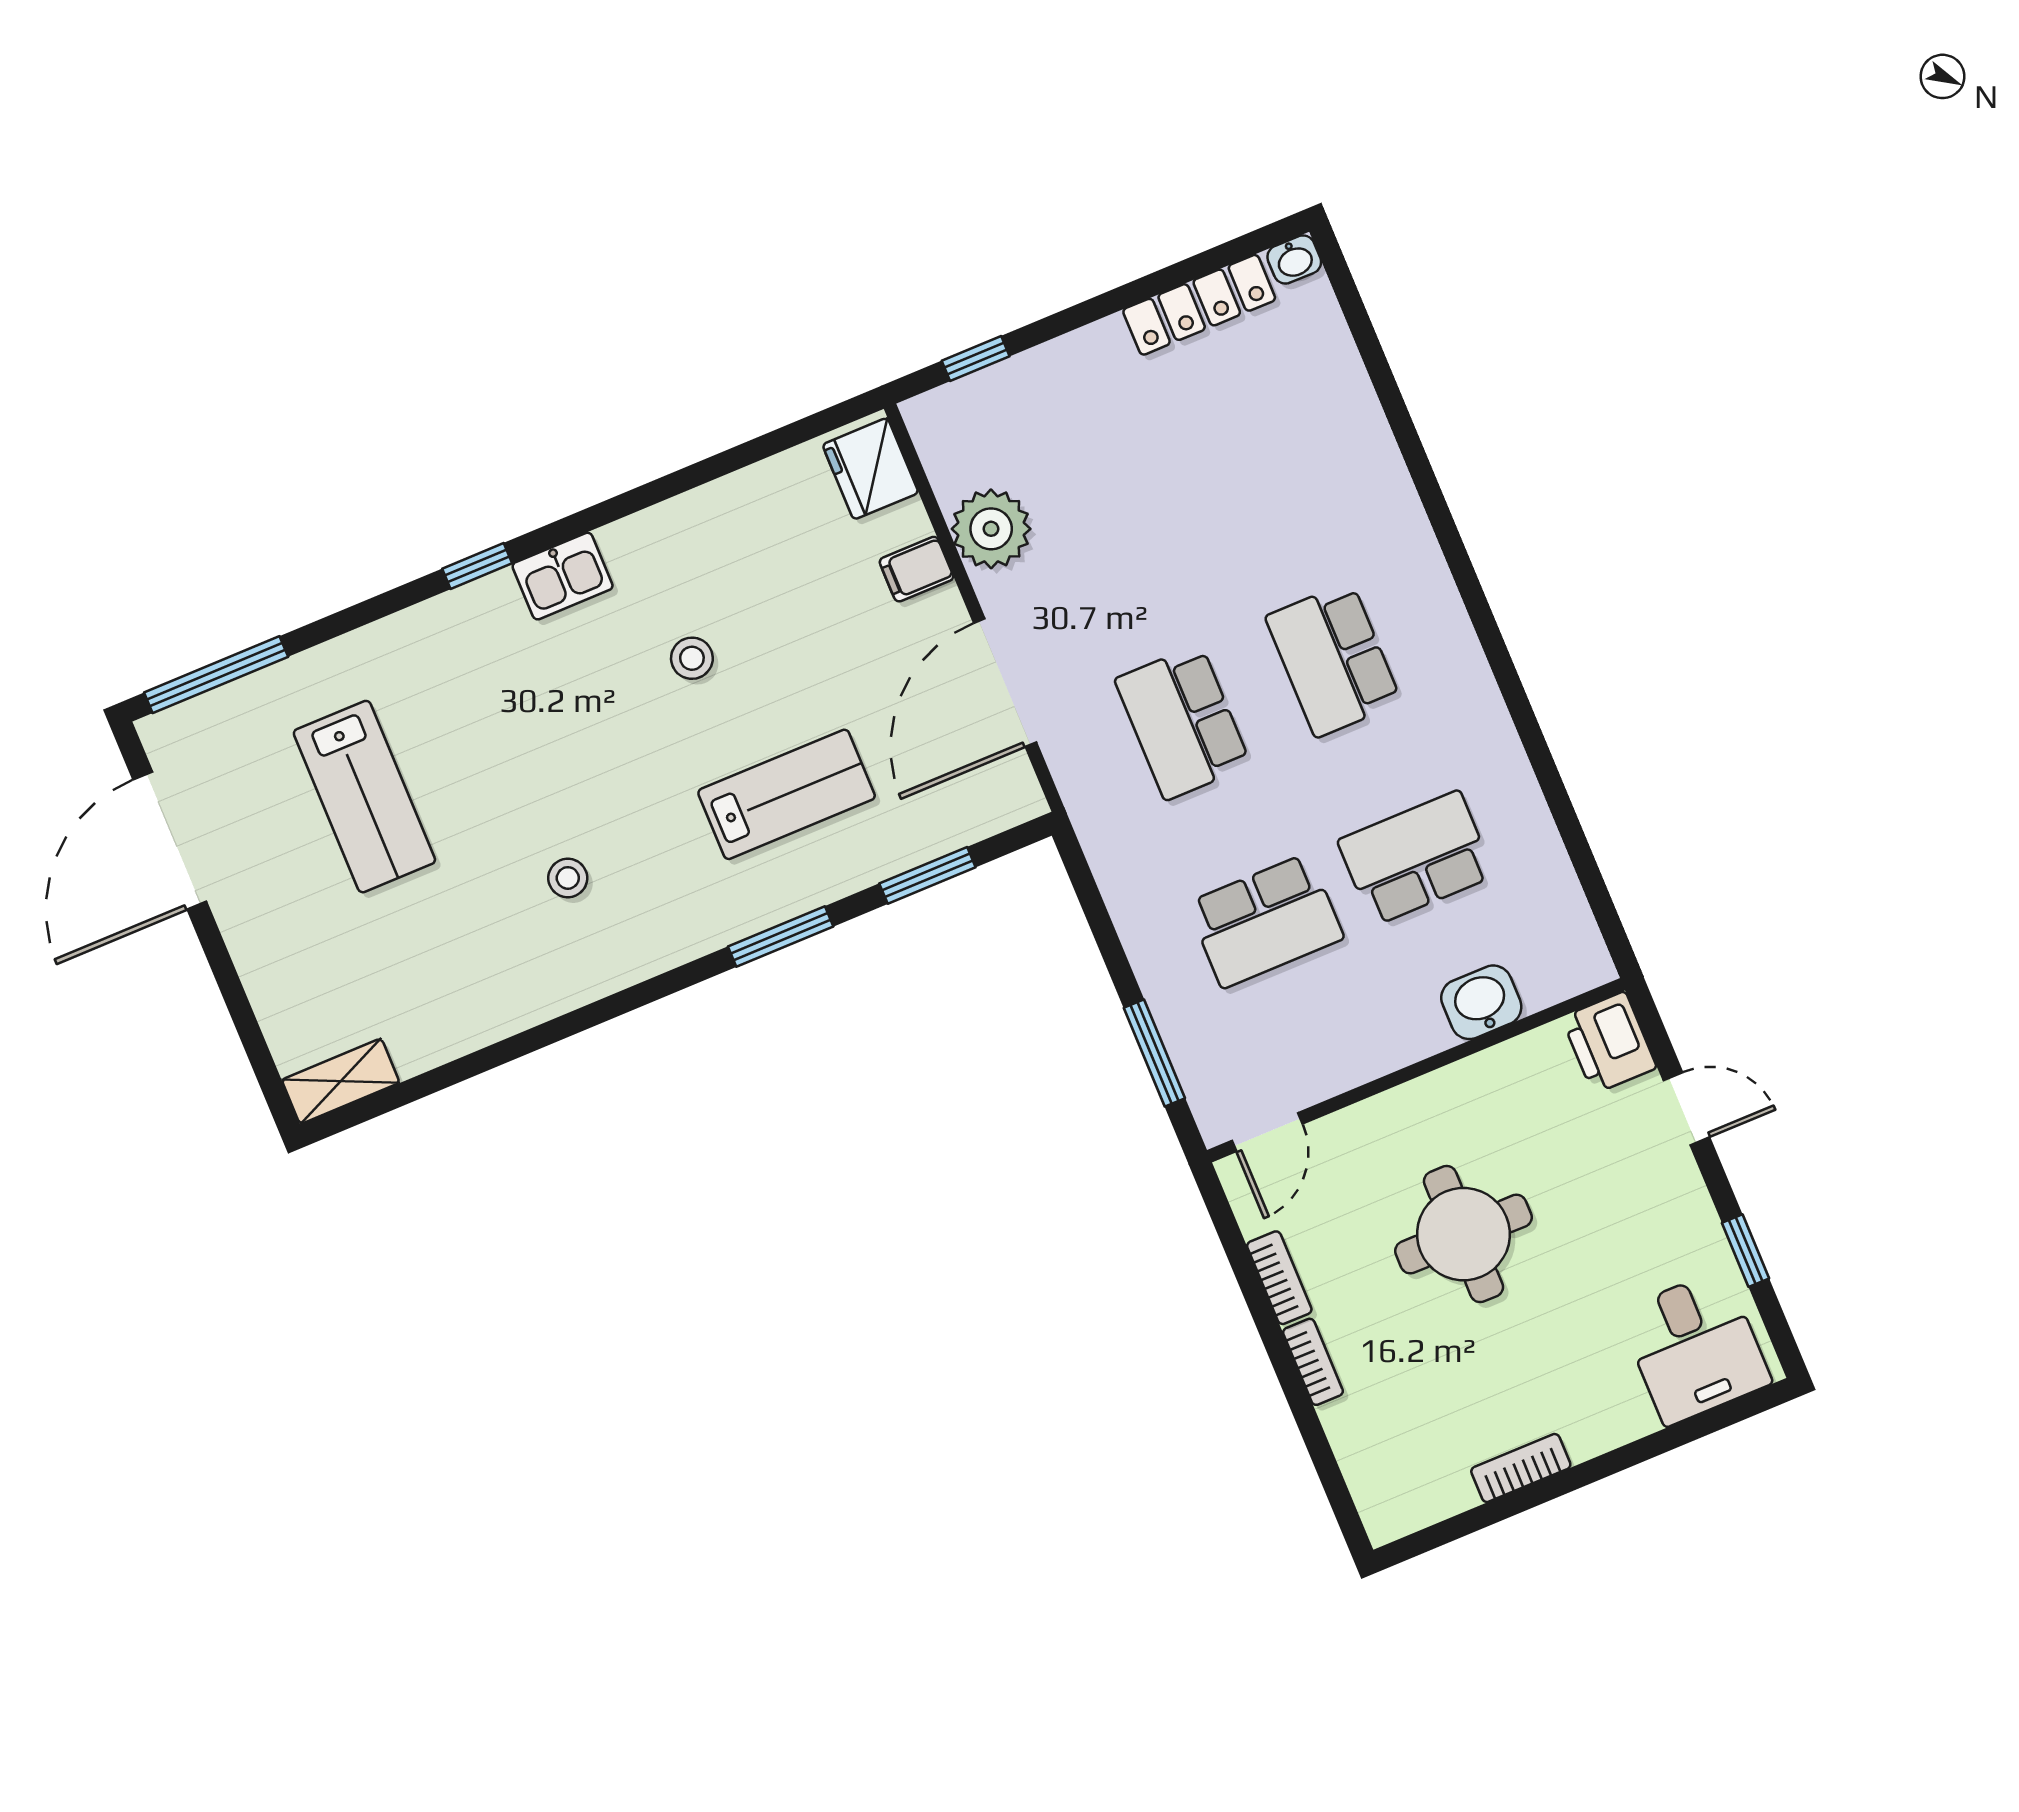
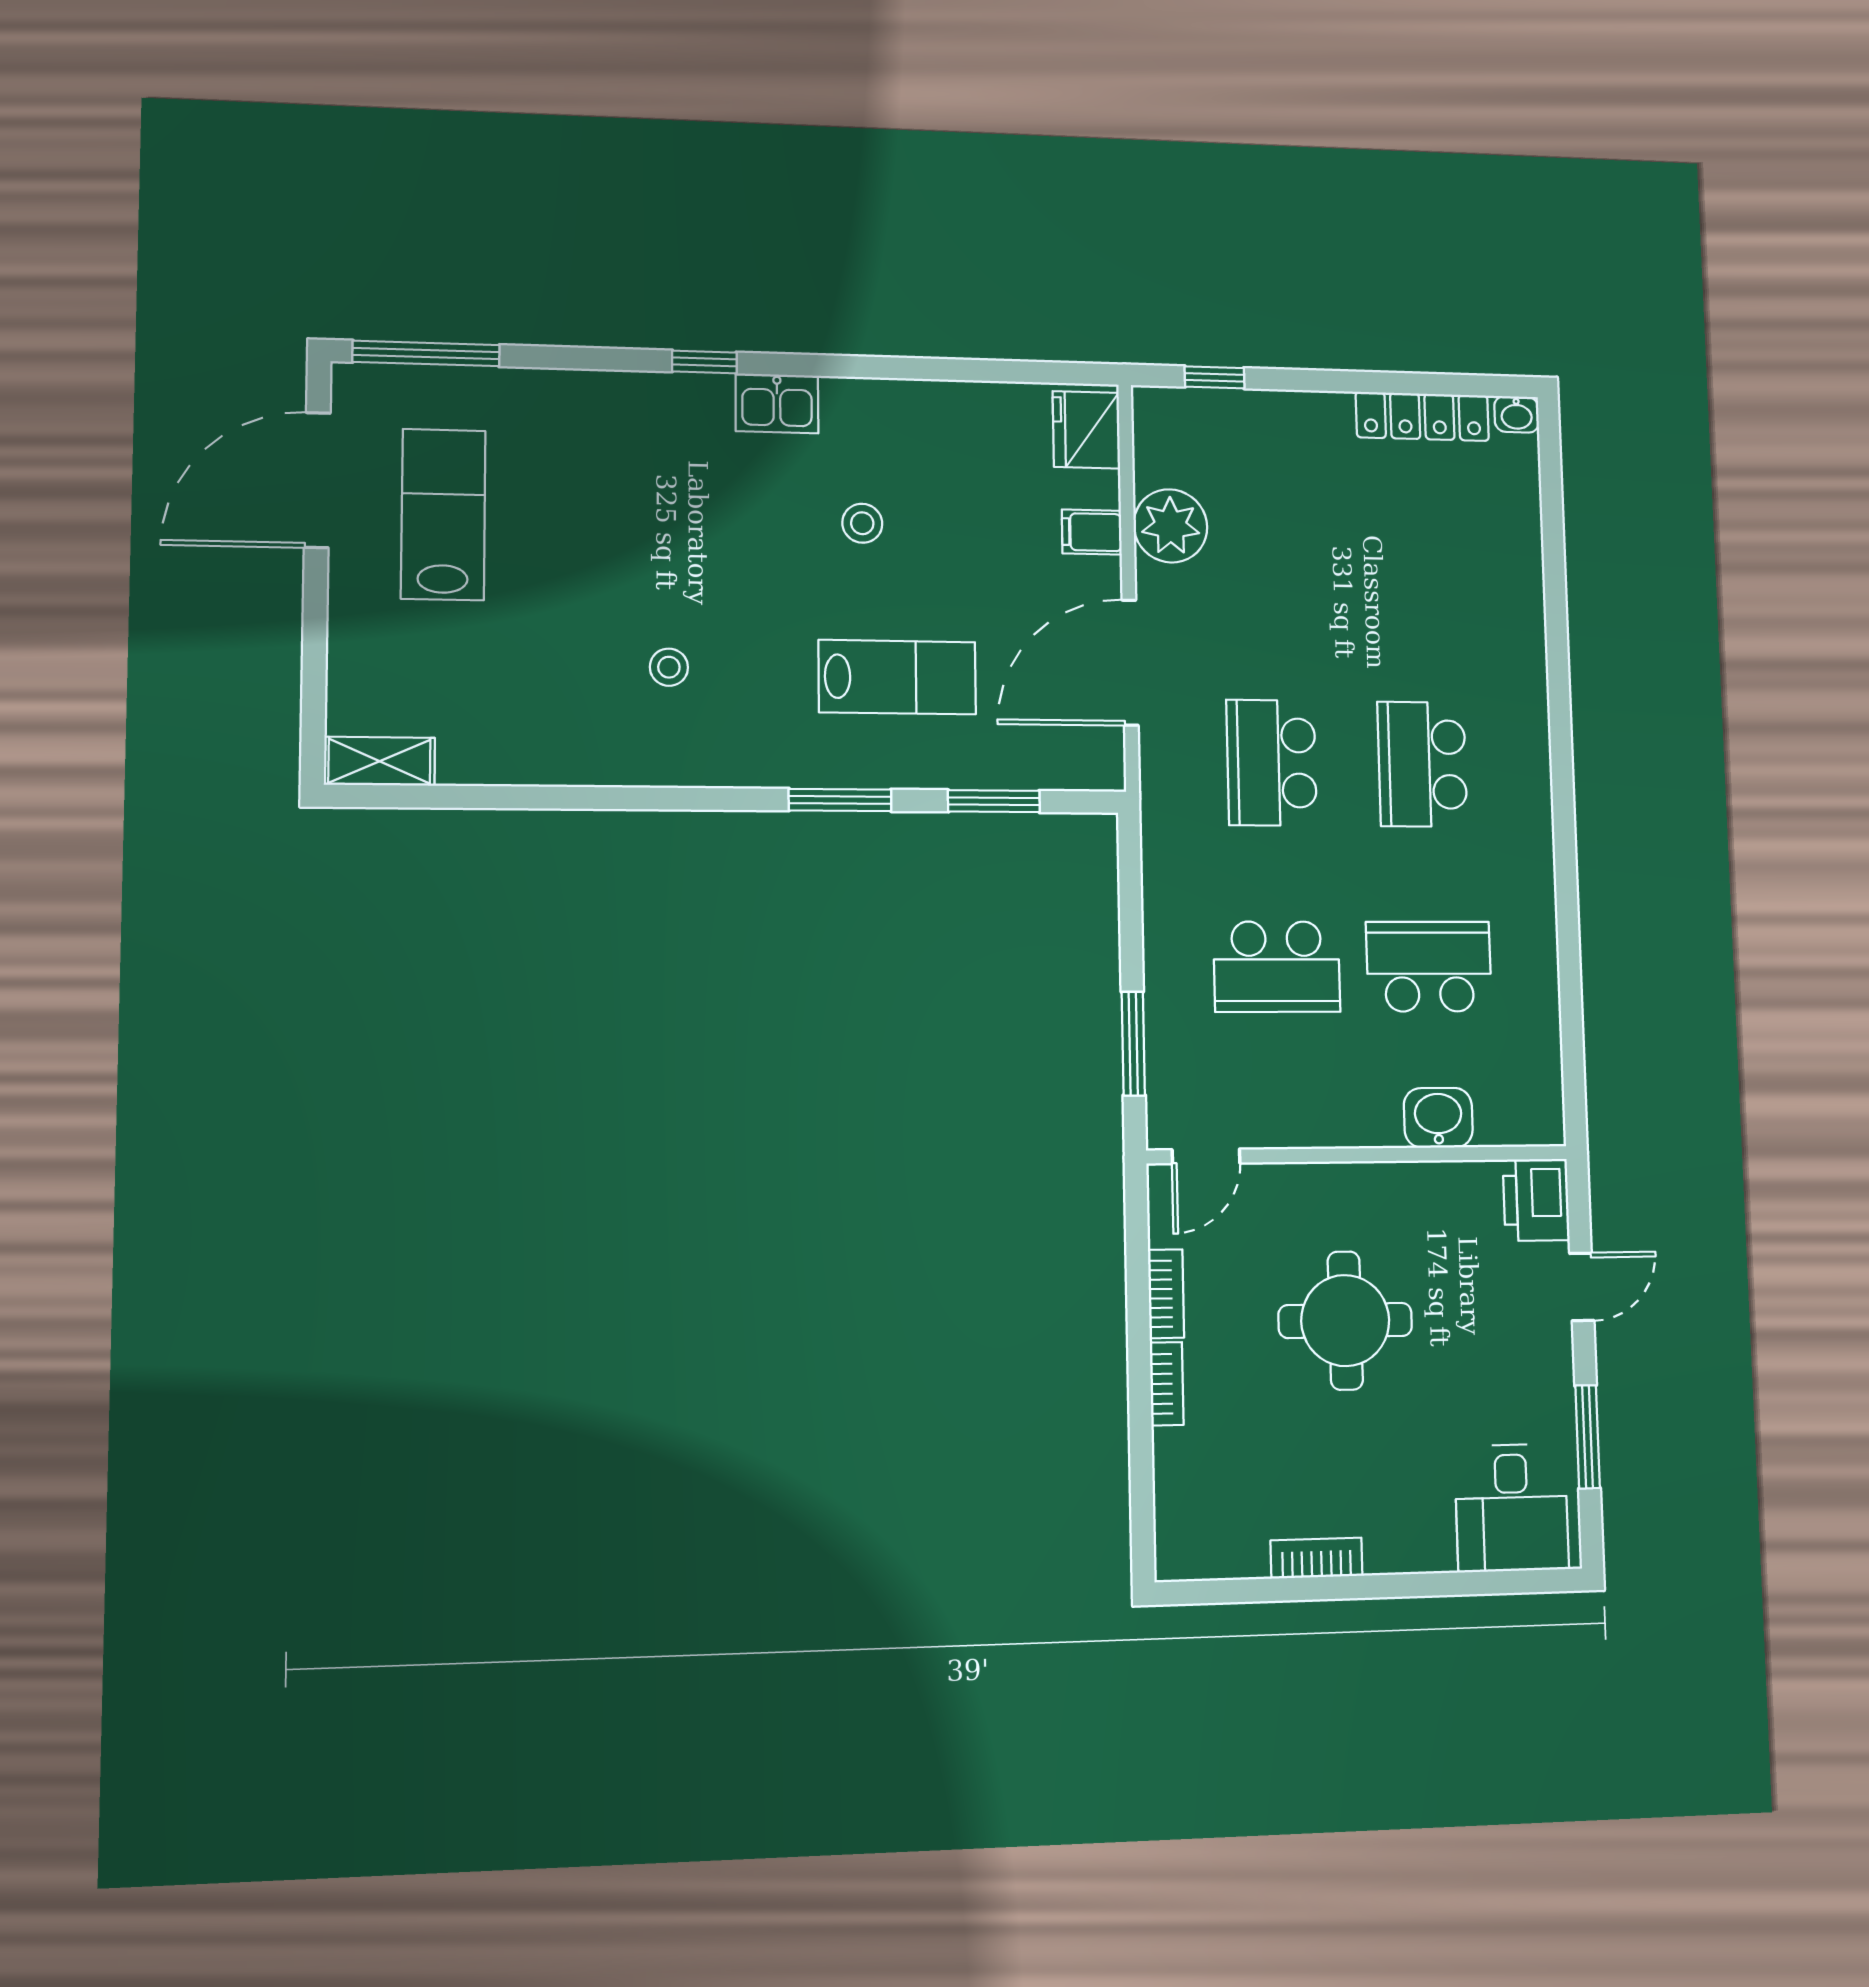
lab bench: (364, 797) -> (443, 514), moved, turned 180
door: (1686, 1109) -> (1582, 1287), hinge flipped
window: (1746, 1251) -> (1588, 1437), width x1.50

